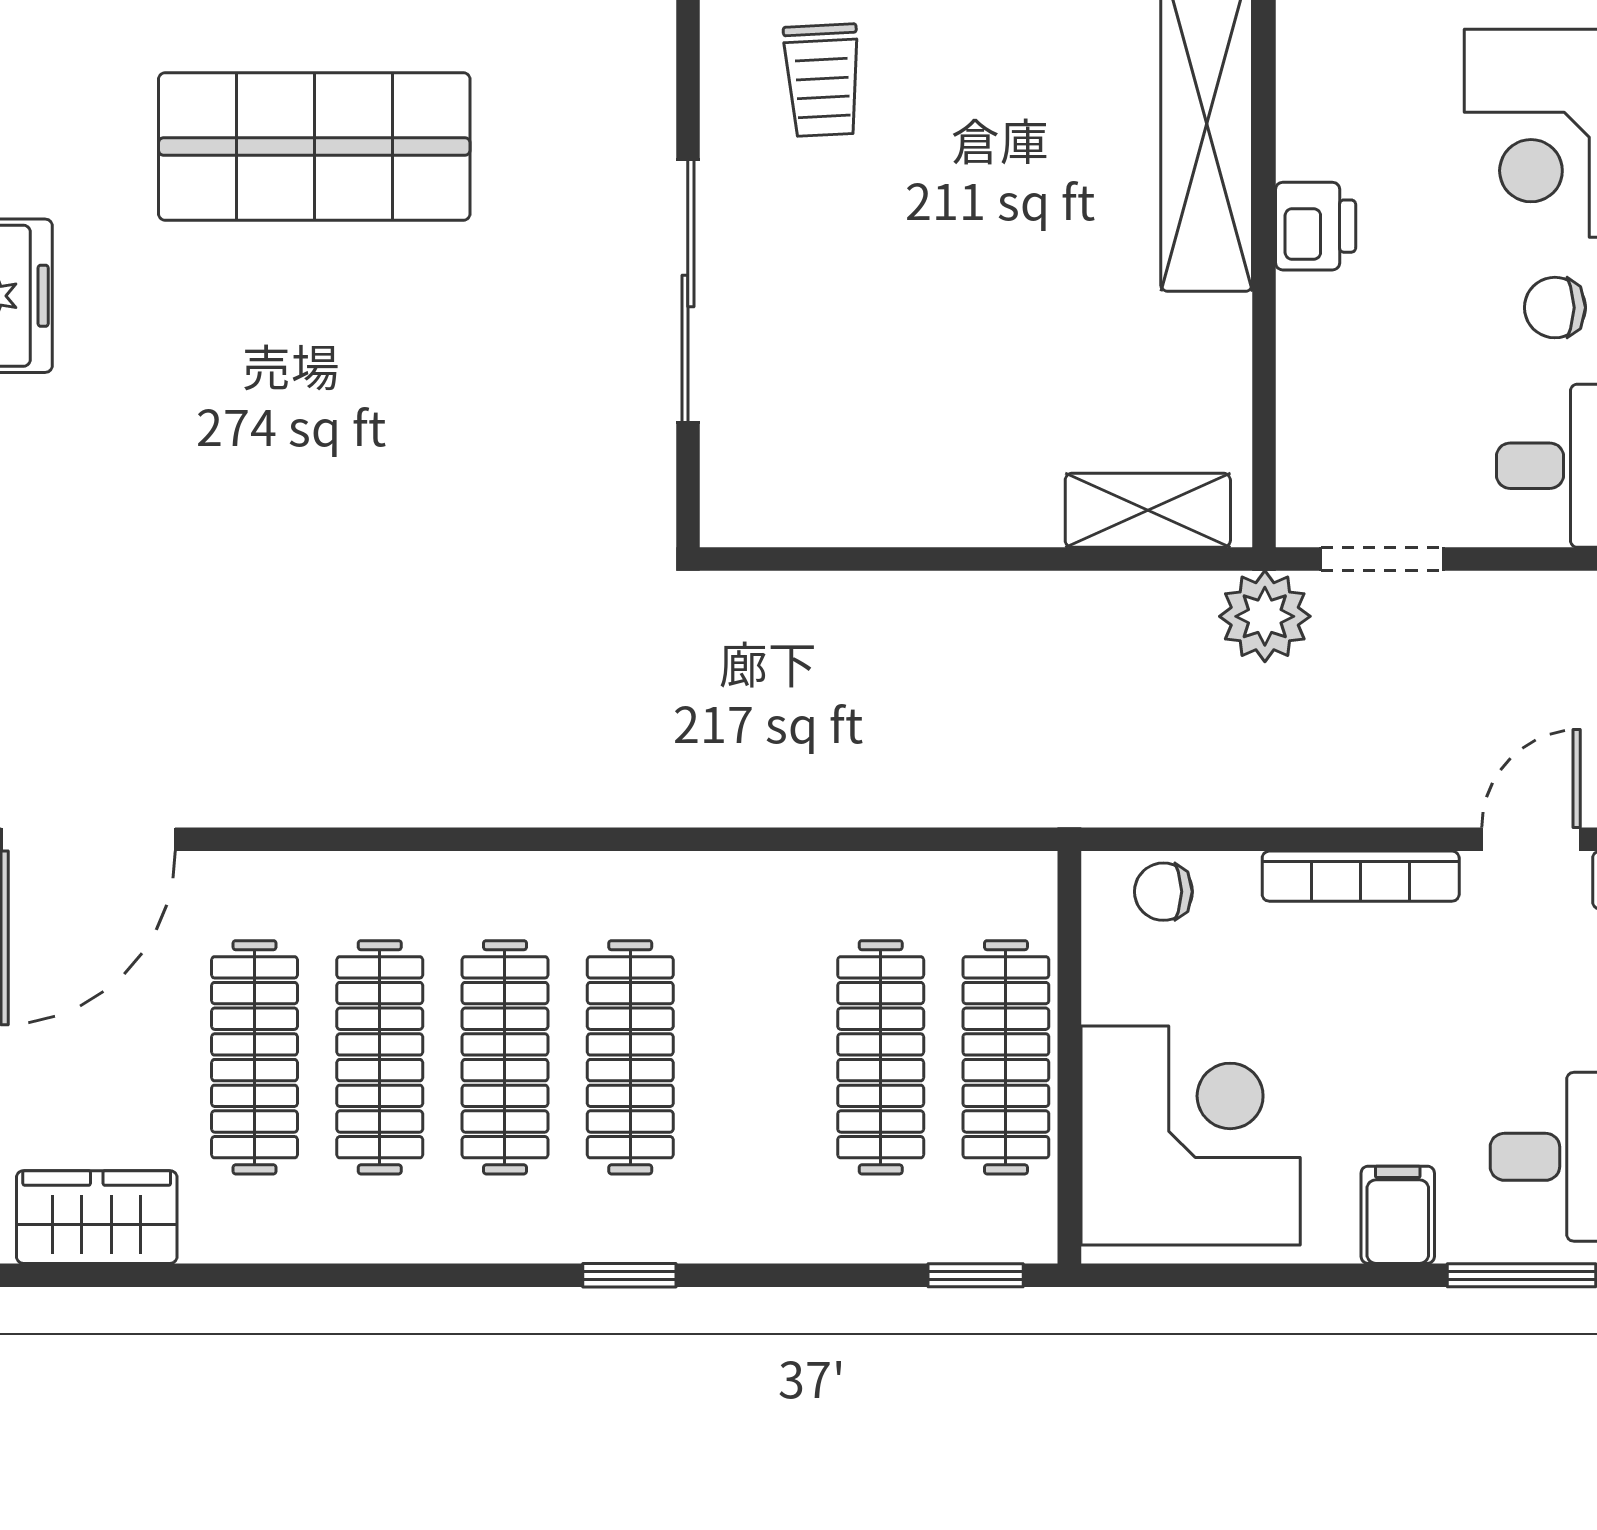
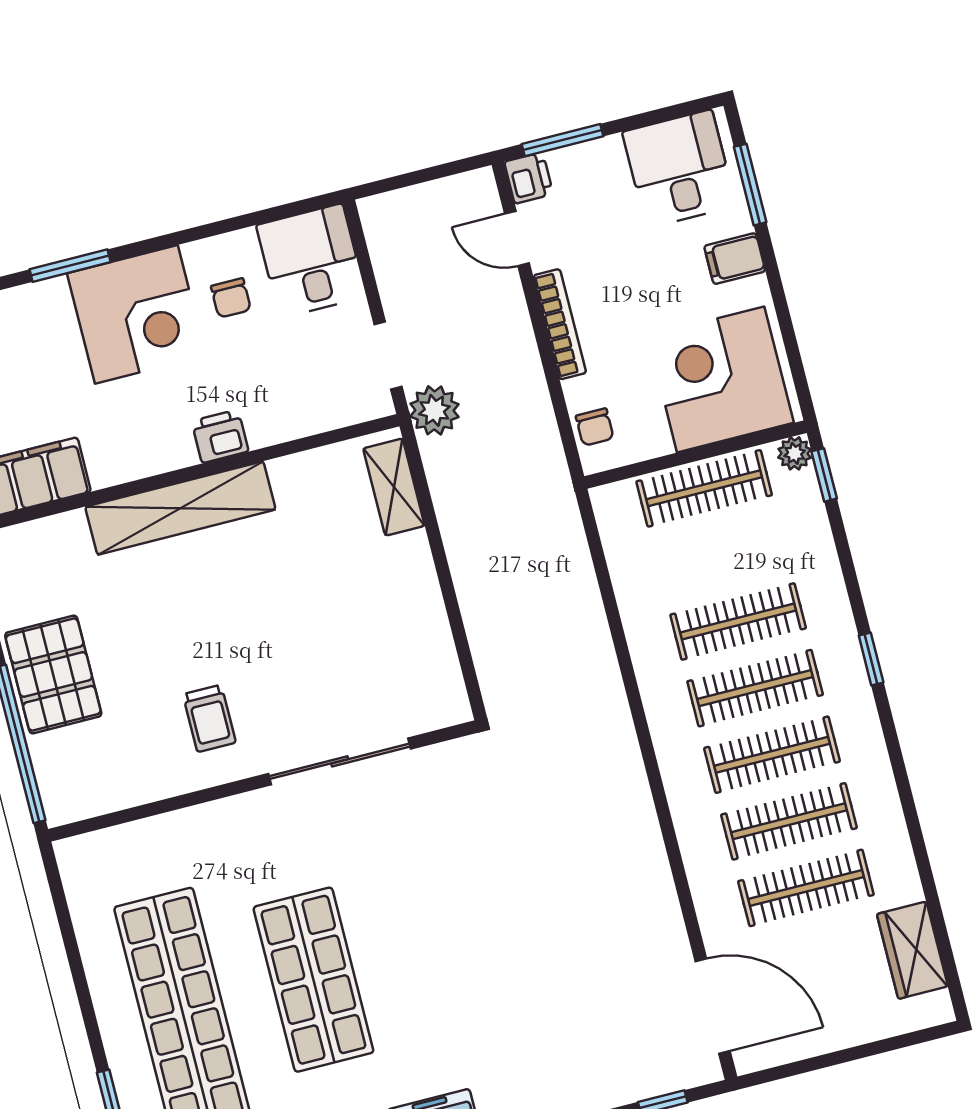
trolley: (822, 80) -> (209, 718), turned 93
clothes rail: (881, 1057) -> (738, 622), moved
plant: (1027, 1233) -> (795, 453), added

